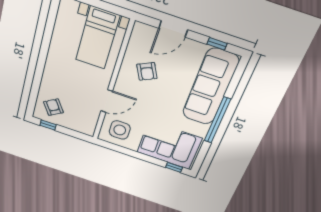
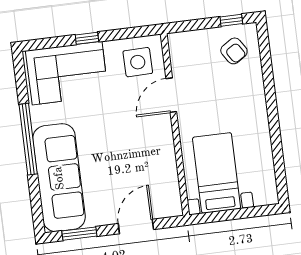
window: (217, 44) -> (79, 234), width x1.50
armchair: (147, 71) -> (141, 160), removed
window: (174, 167) -> (87, 38), moved

